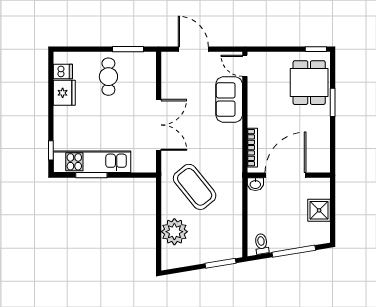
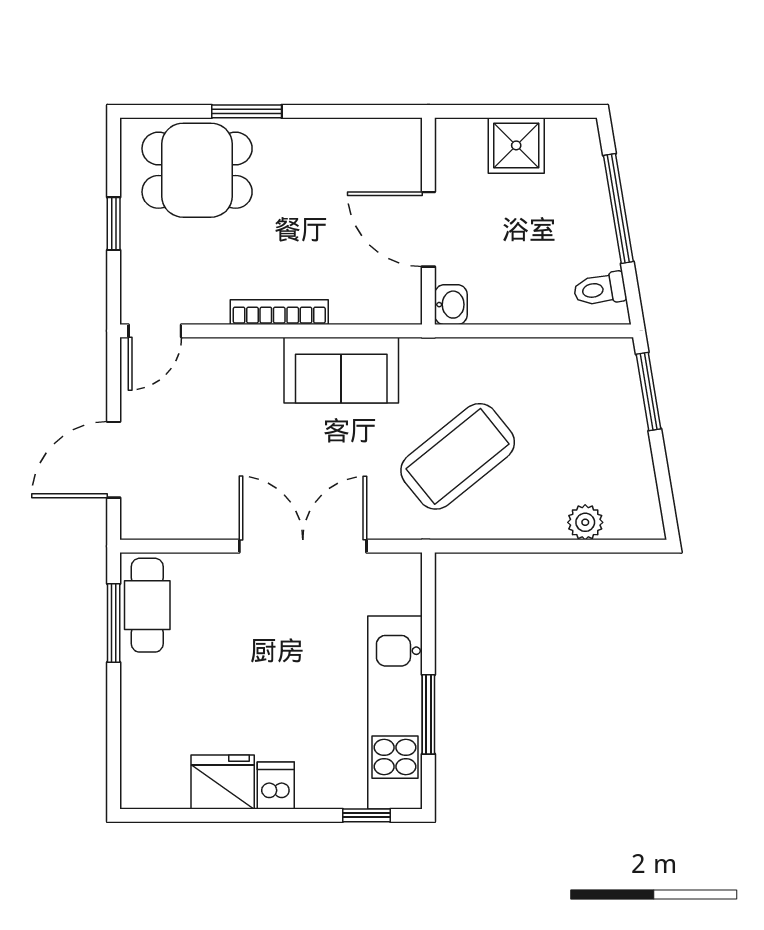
window: (316, 49) -> (114, 224), moved
dishwasher: (63, 72) -> (276, 786), moved
cafe table: (108, 77) -> (147, 605), moved, turned 90
sofa: (229, 100) -> (341, 370), moved
bookcase: (252, 148) -> (279, 312), moved
door: (285, 175) -> (428, 229), width x0.73
plant: (174, 232) -> (585, 522), width x0.53, depth x0.53

